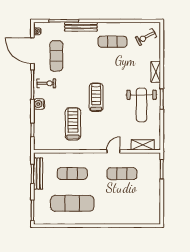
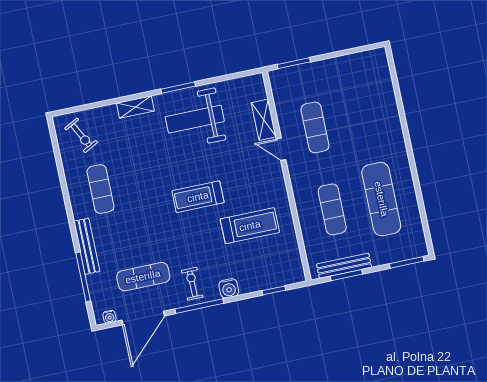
weight bench: (141, 105) -> (195, 119), turned 180
treadmill: (73, 124) -> (250, 226), turned 180
shelving: (143, 145) -> (264, 120), moved

